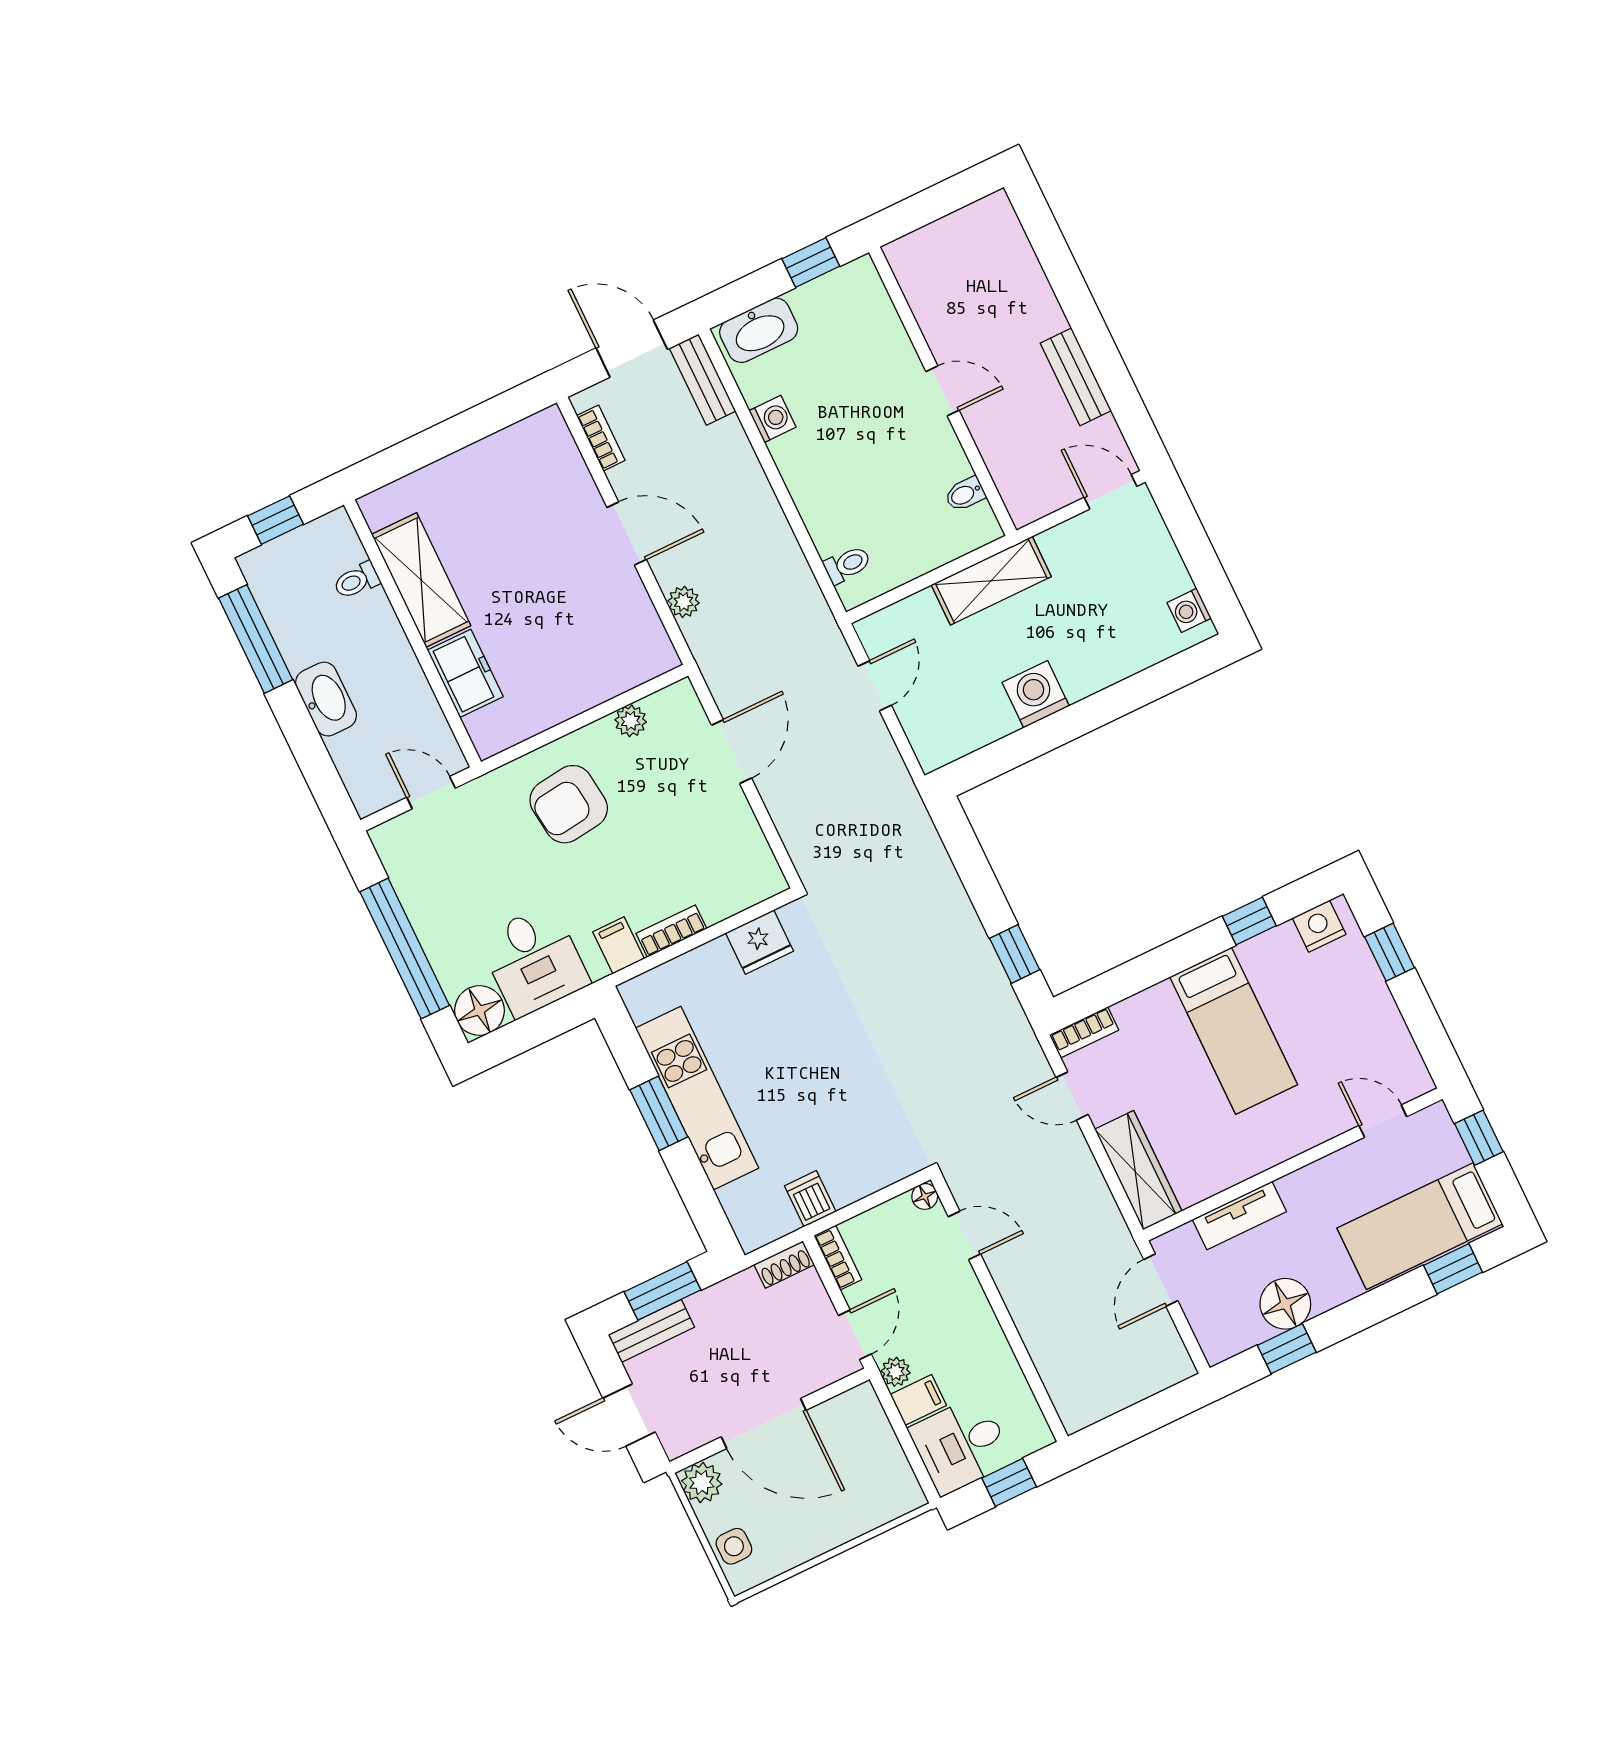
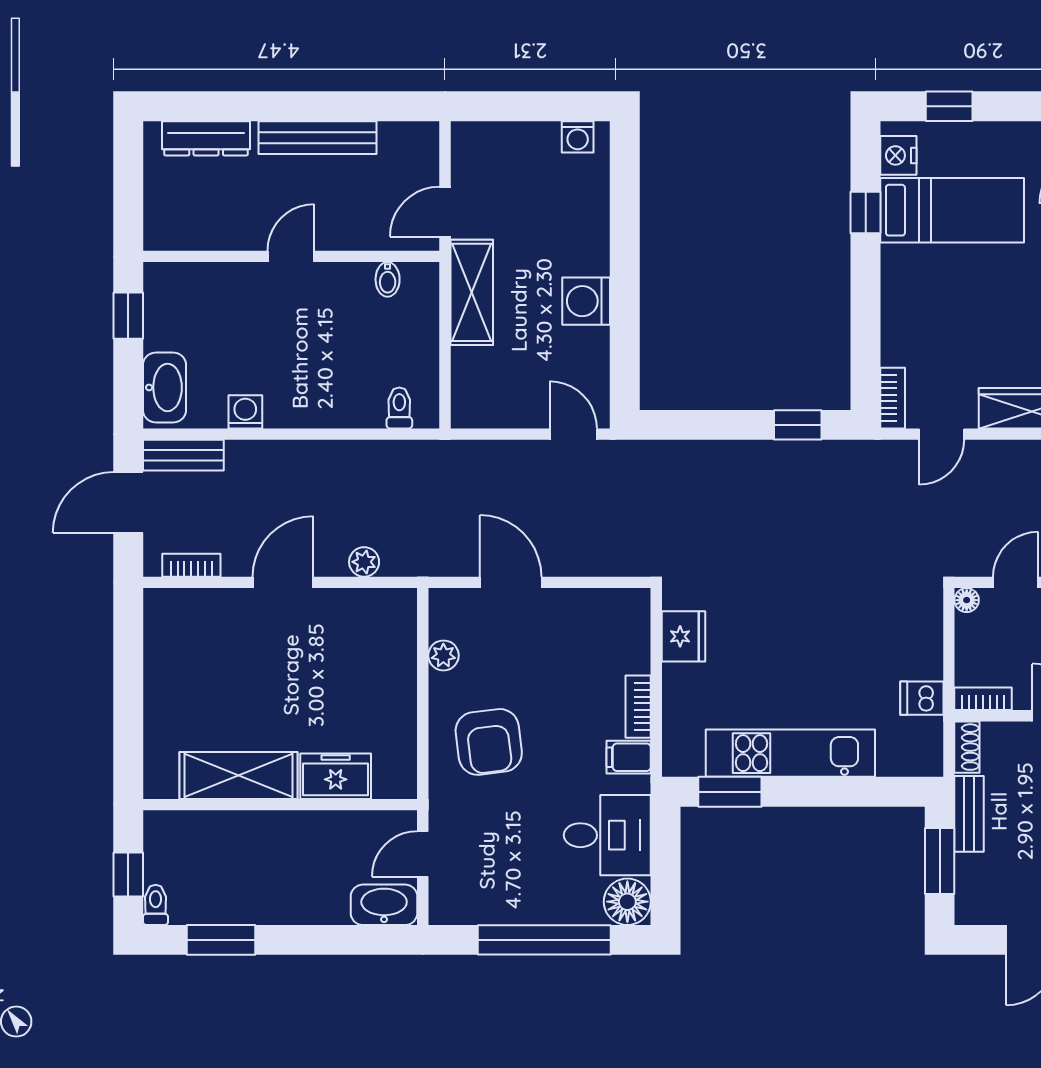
dresser: (1016, 255) -> (206, 138), added
bench: (1076, 377) -> (318, 138), width x1.36
door: (1111, 492) -> (445, 212), moved
toilet: (357, 581) -> (156, 905), moved, turned 180
window: (256, 639) -> (221, 940), width x0.69
door: (875, 686) -> (573, 434), moved
washbasin: (326, 699) -> (384, 905), moved
bed: (1234, 1031) -> (952, 210), moved
window: (659, 1113) -> (730, 792), moved
bench: (651, 1331) -> (969, 814), moved

